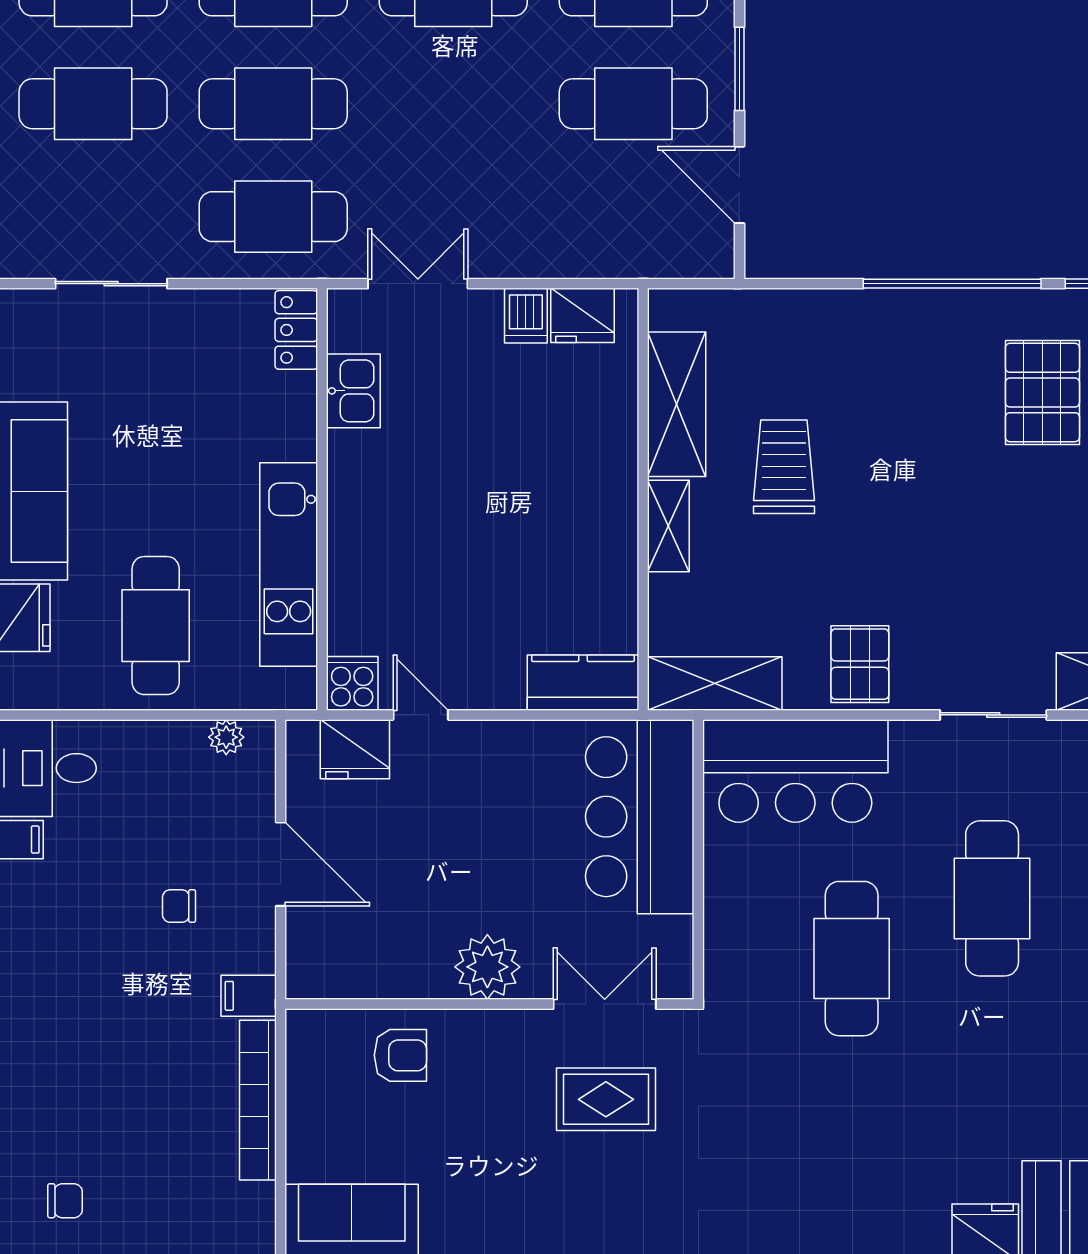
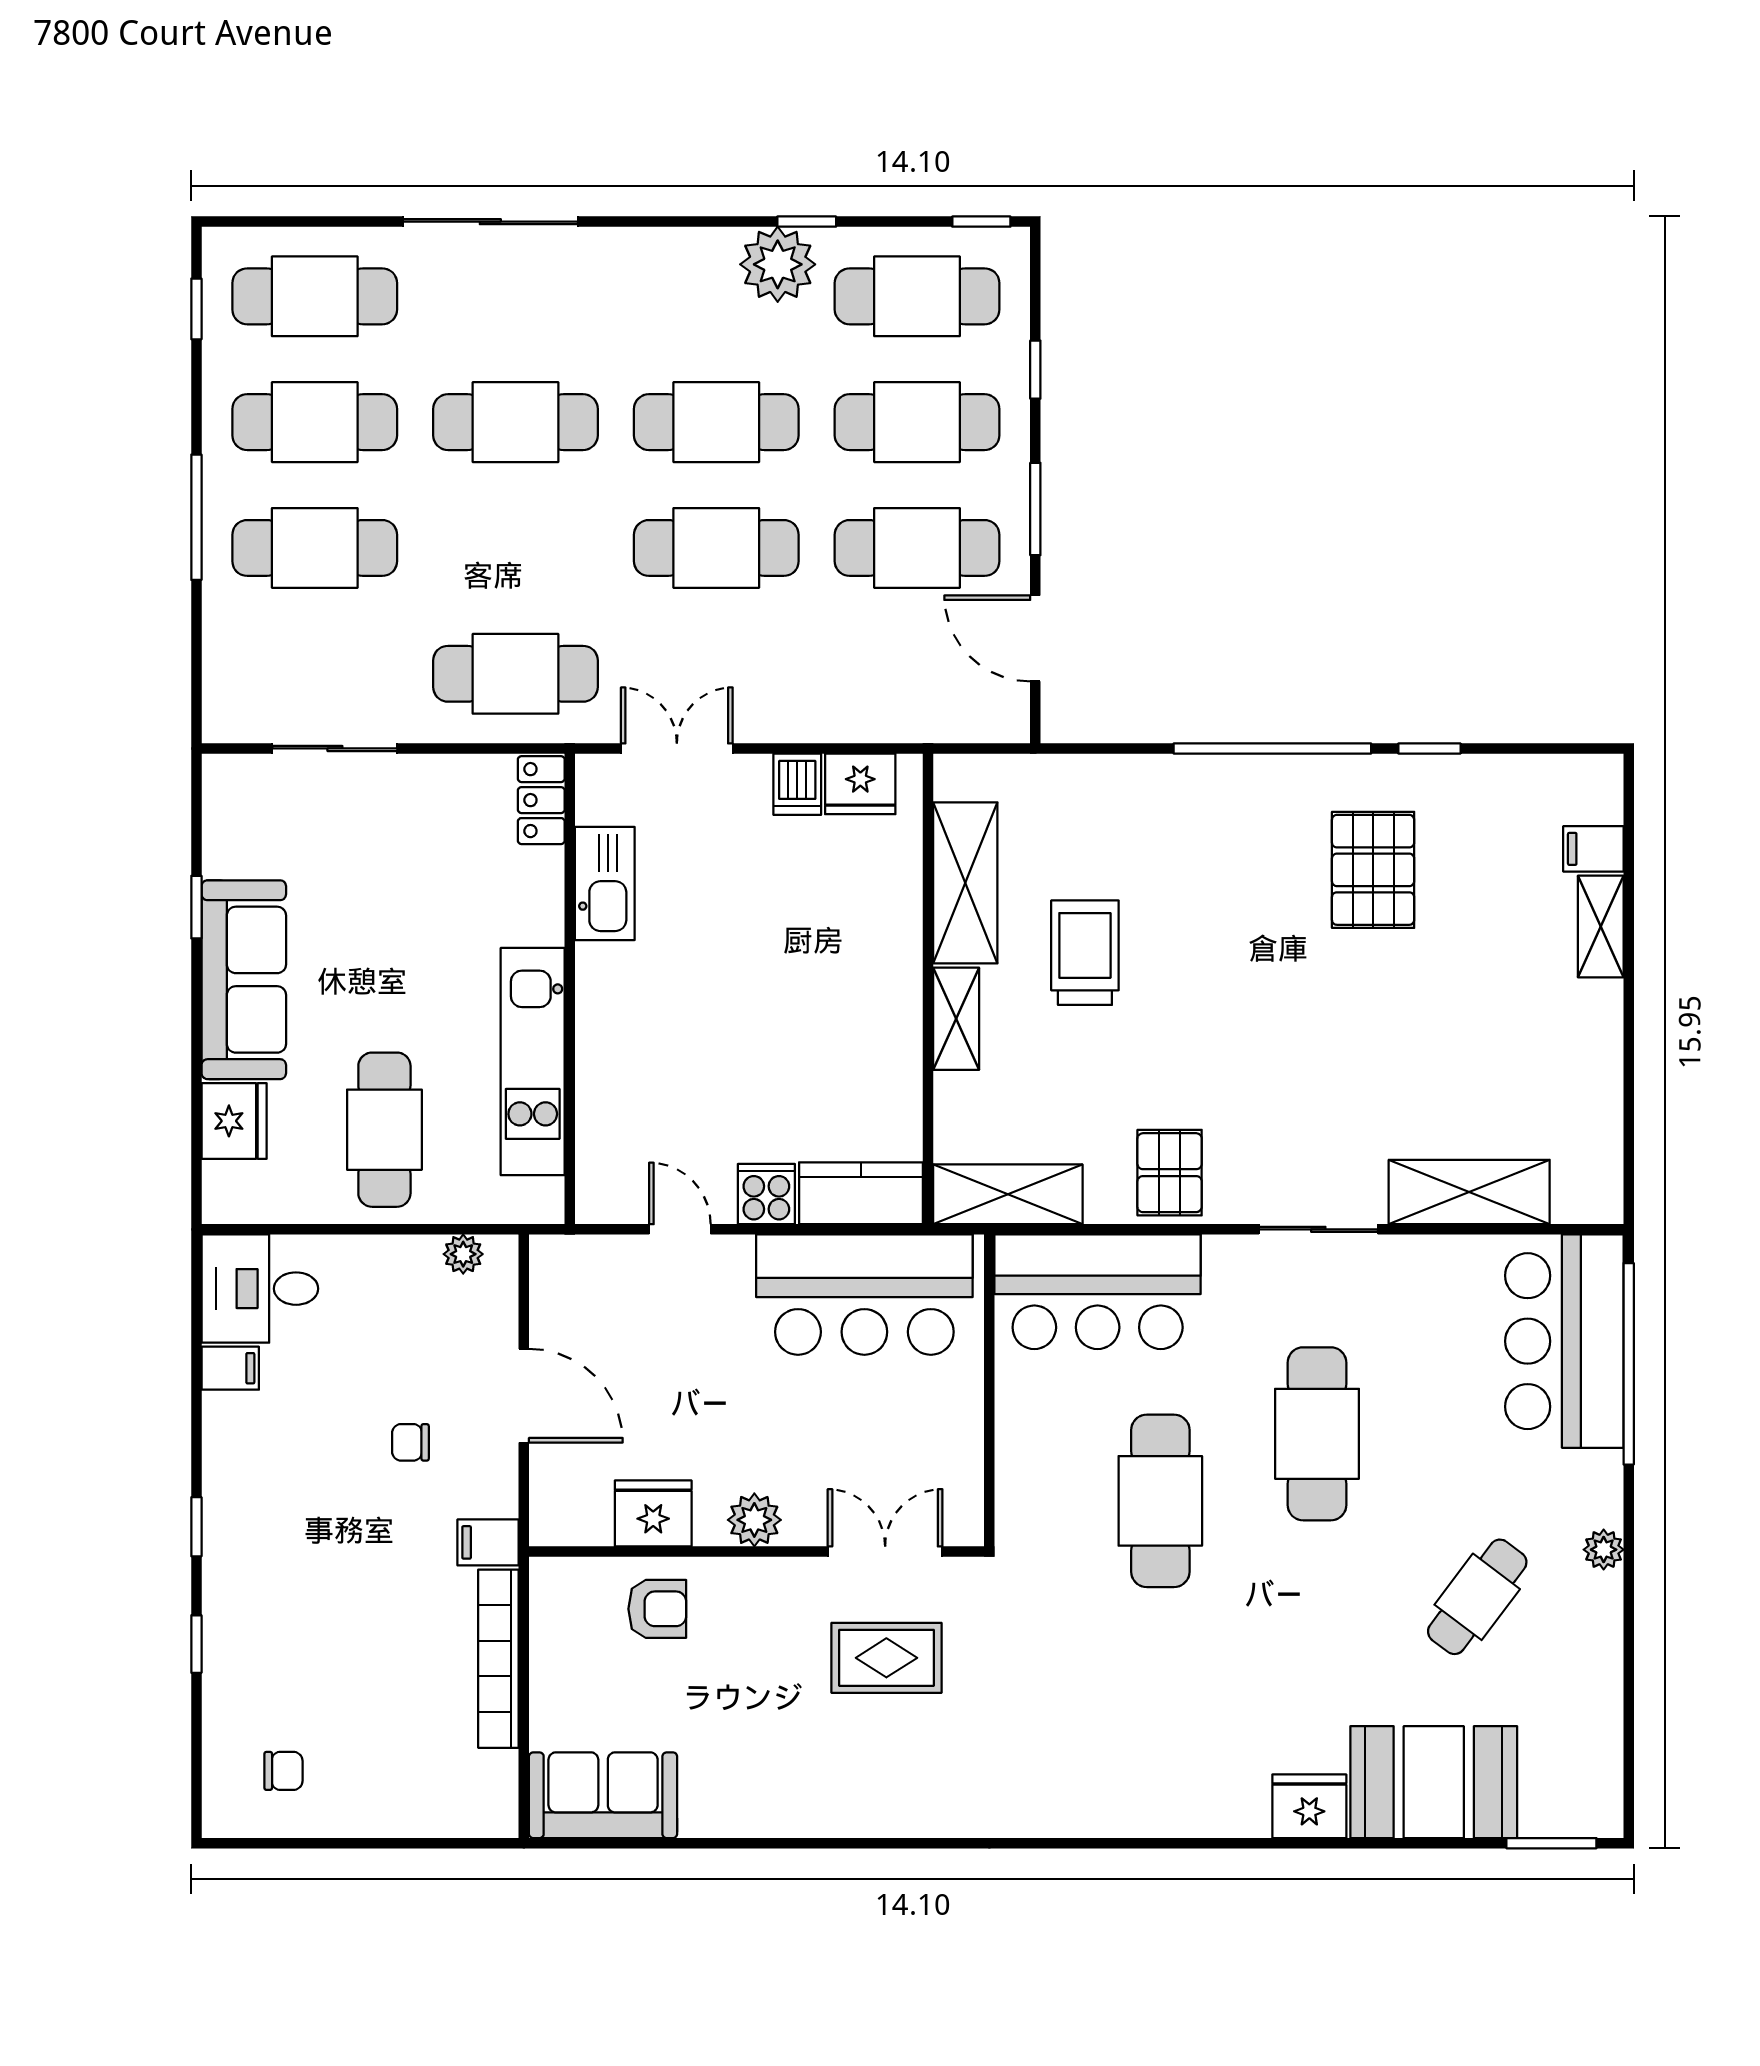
cafe table: (273, 104) -> (716, 548), moved
kitchen sink: (353, 391) -> (605, 883), width x1.38
cooker: (352, 683) -> (766, 1194), moved
fridge: (355, 749) -> (653, 1513), moved, turned 180
bar counter: (640, 817) -> (864, 1295), moved, turned -90
plant: (487, 967) -> (754, 1520), width x0.73, depth x0.73

